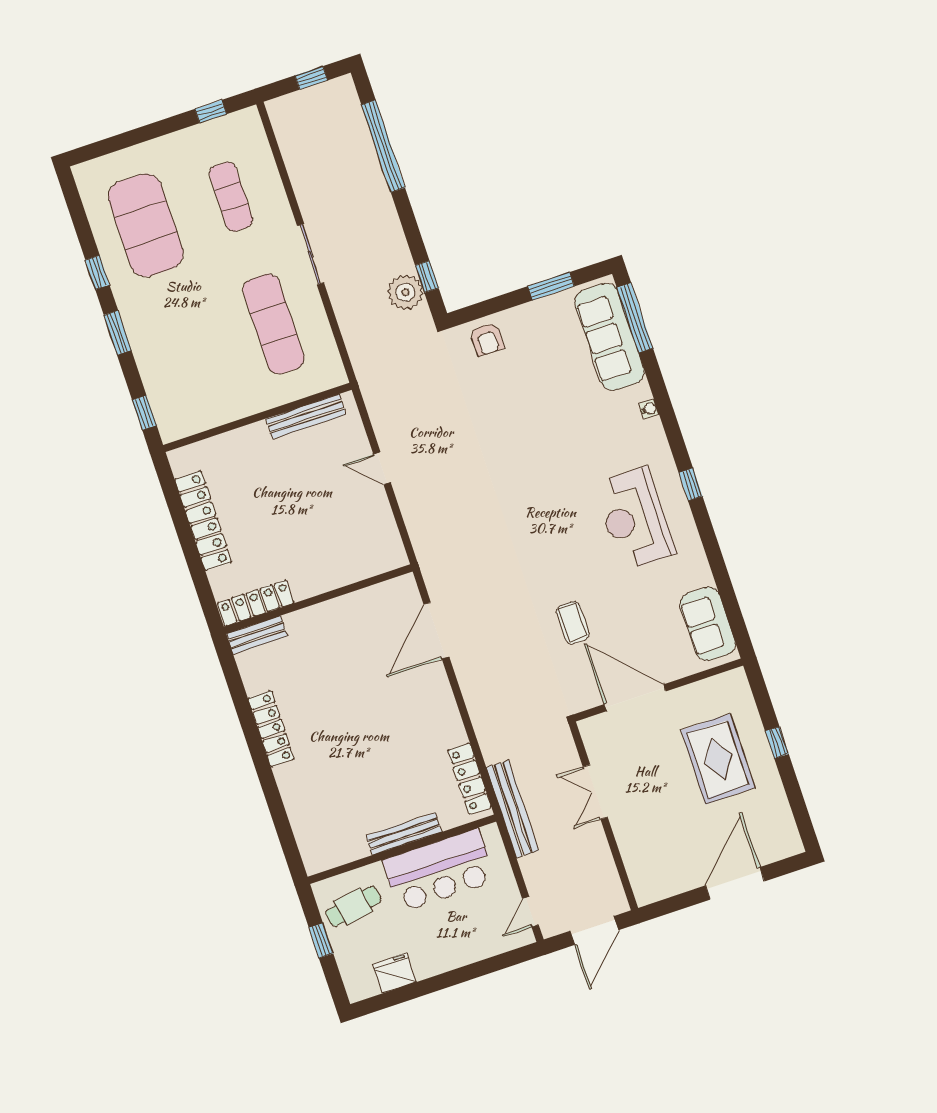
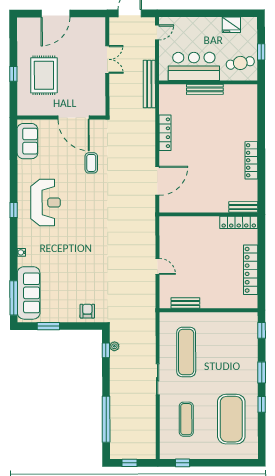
plant: (405, 292) -> (114, 346), width x0.53, depth x0.53
bench: (306, 417) -> (185, 303), width x0.73
locker: (470, 779) -> (165, 133), moved
double door: (595, 792) -> (107, 59), moved

